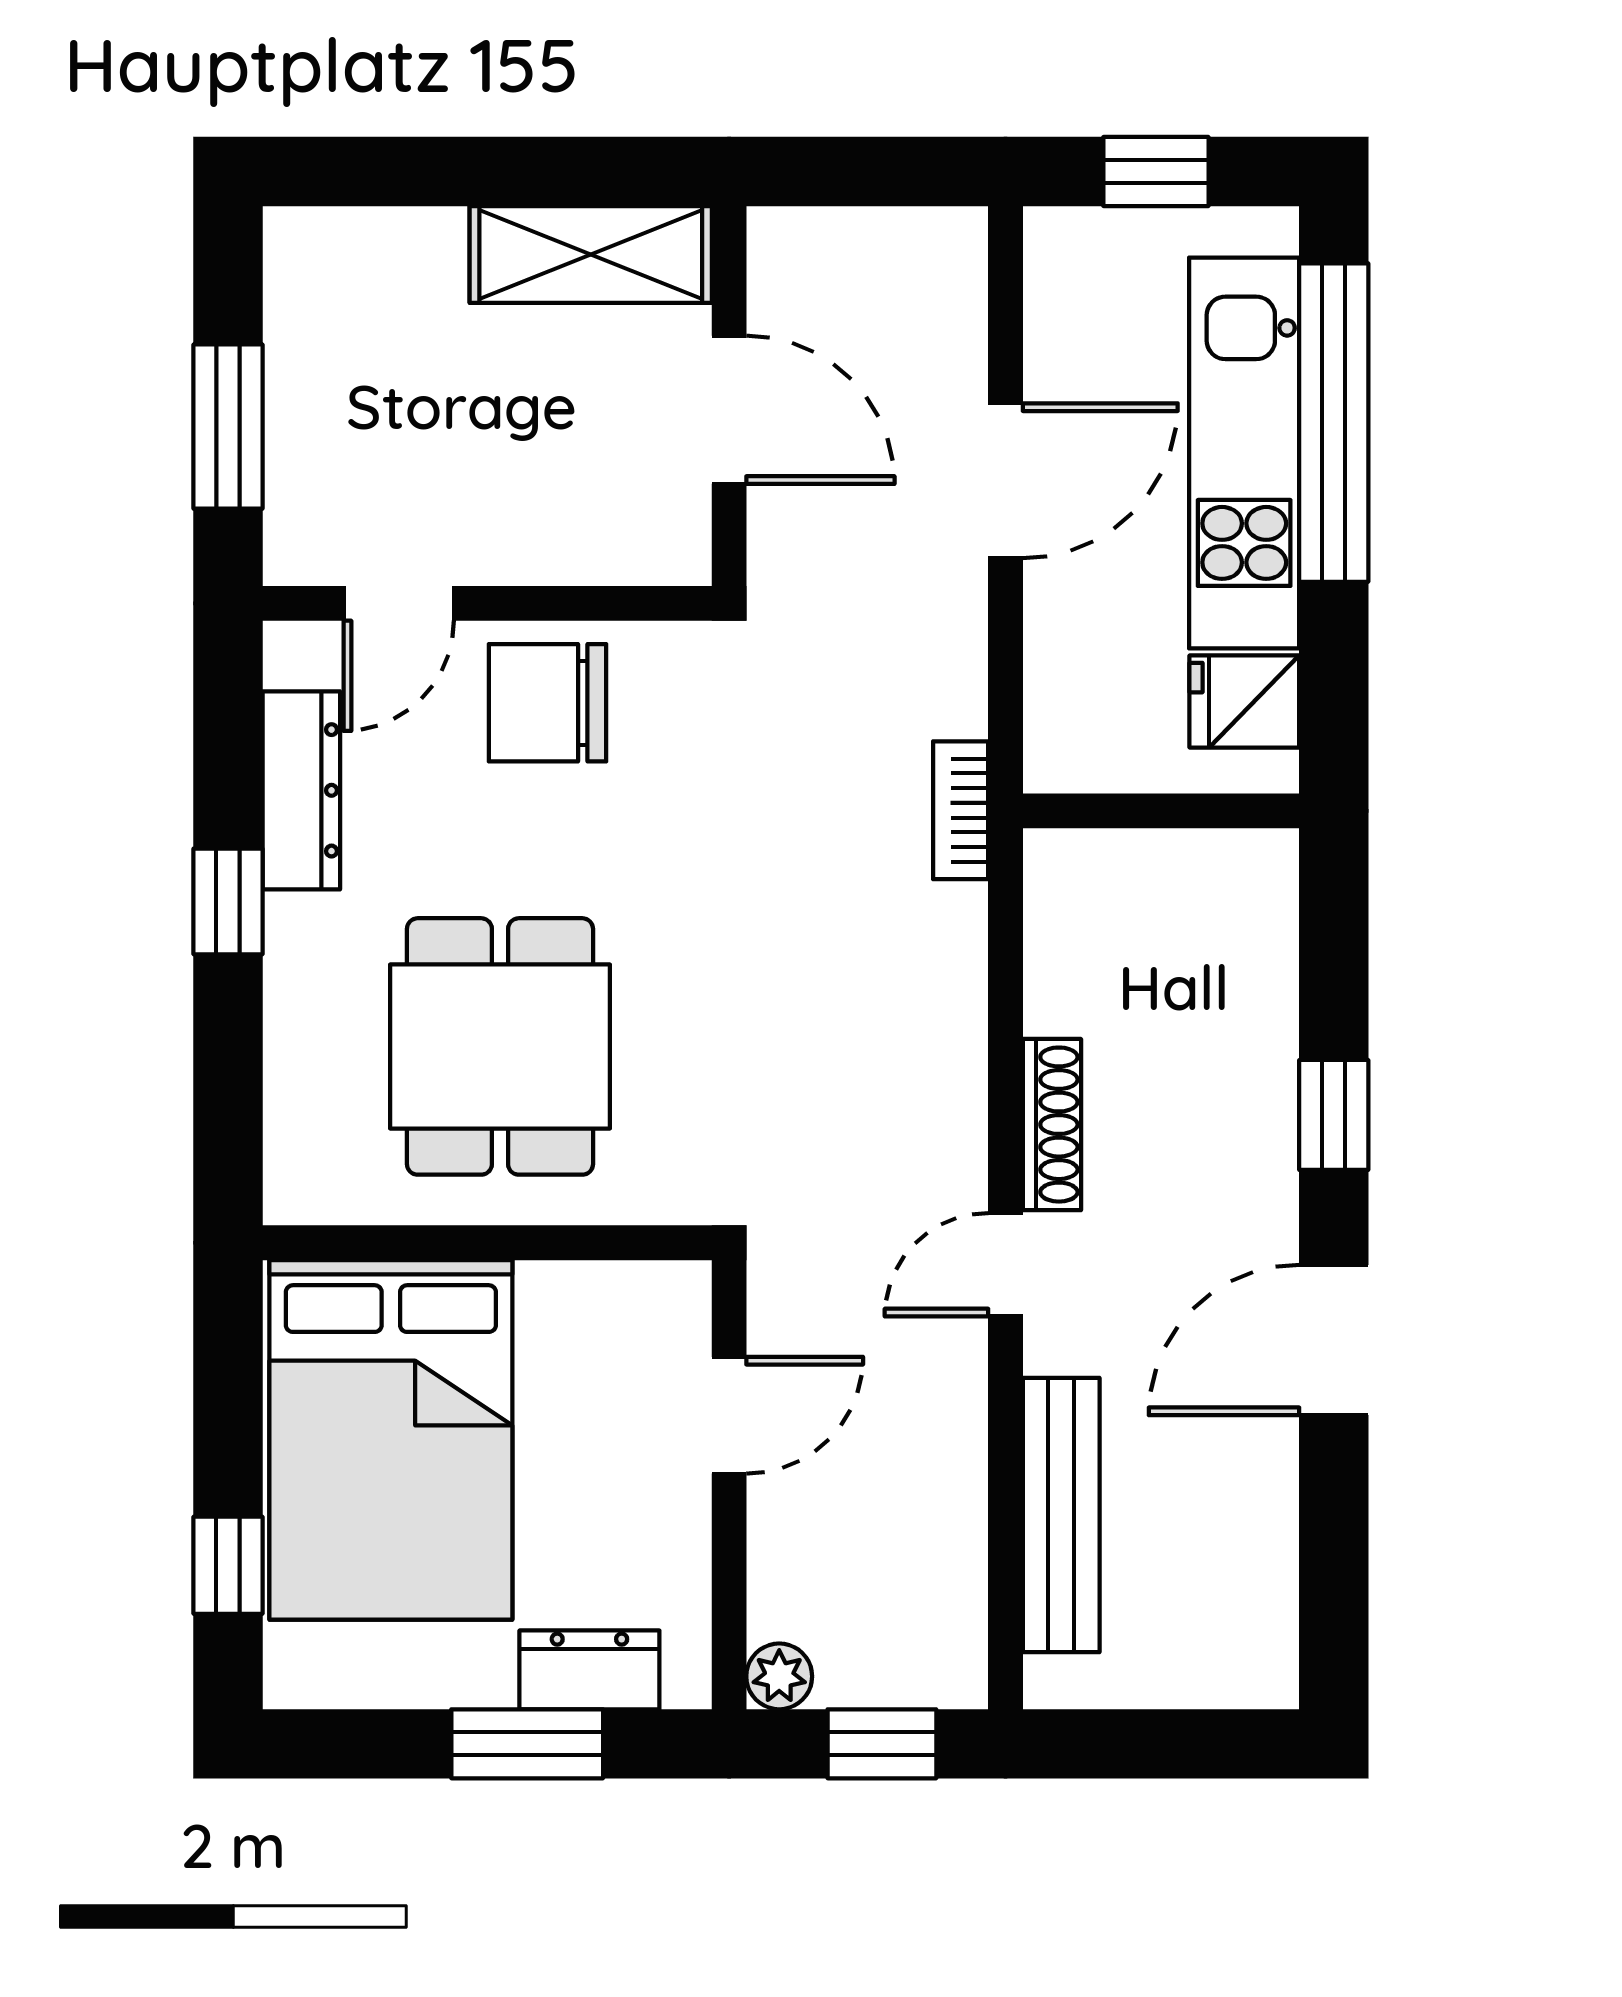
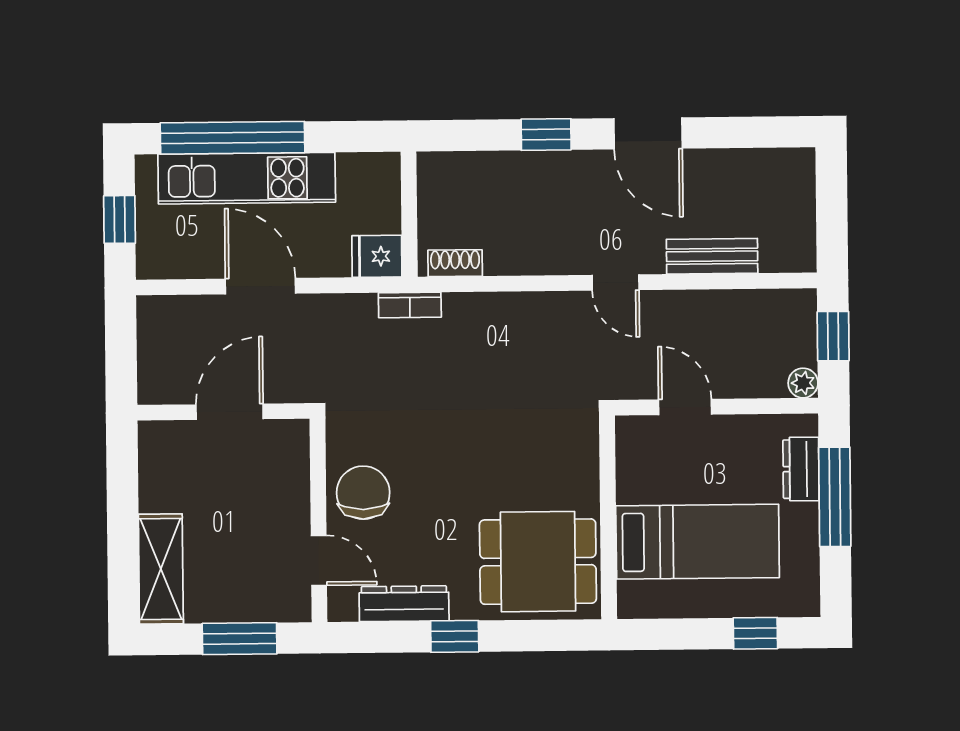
shelving: (591, 254) -> (161, 569), moved
fridge: (1244, 701) -> (377, 256), moved, turned 90
chair: (548, 703) -> (363, 493), turned 180
dining table: (500, 1046) -> (538, 562), moved
shoe rack: (1052, 1125) -> (455, 263), moved, width x0.70
bed: (391, 1440) -> (698, 542), width x0.67
bench: (1061, 1515) -> (712, 256), width x0.73
window: (527, 1744) -> (835, 497), width x1.44

